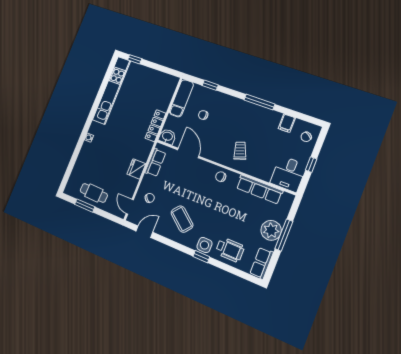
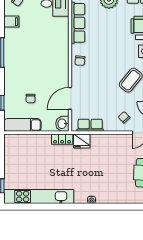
locker: (155, 126) -> (62, 139), width x0.66
trolley: (240, 151) -> (51, 53), removed
fridge: (136, 169) -> (82, 141), moved

